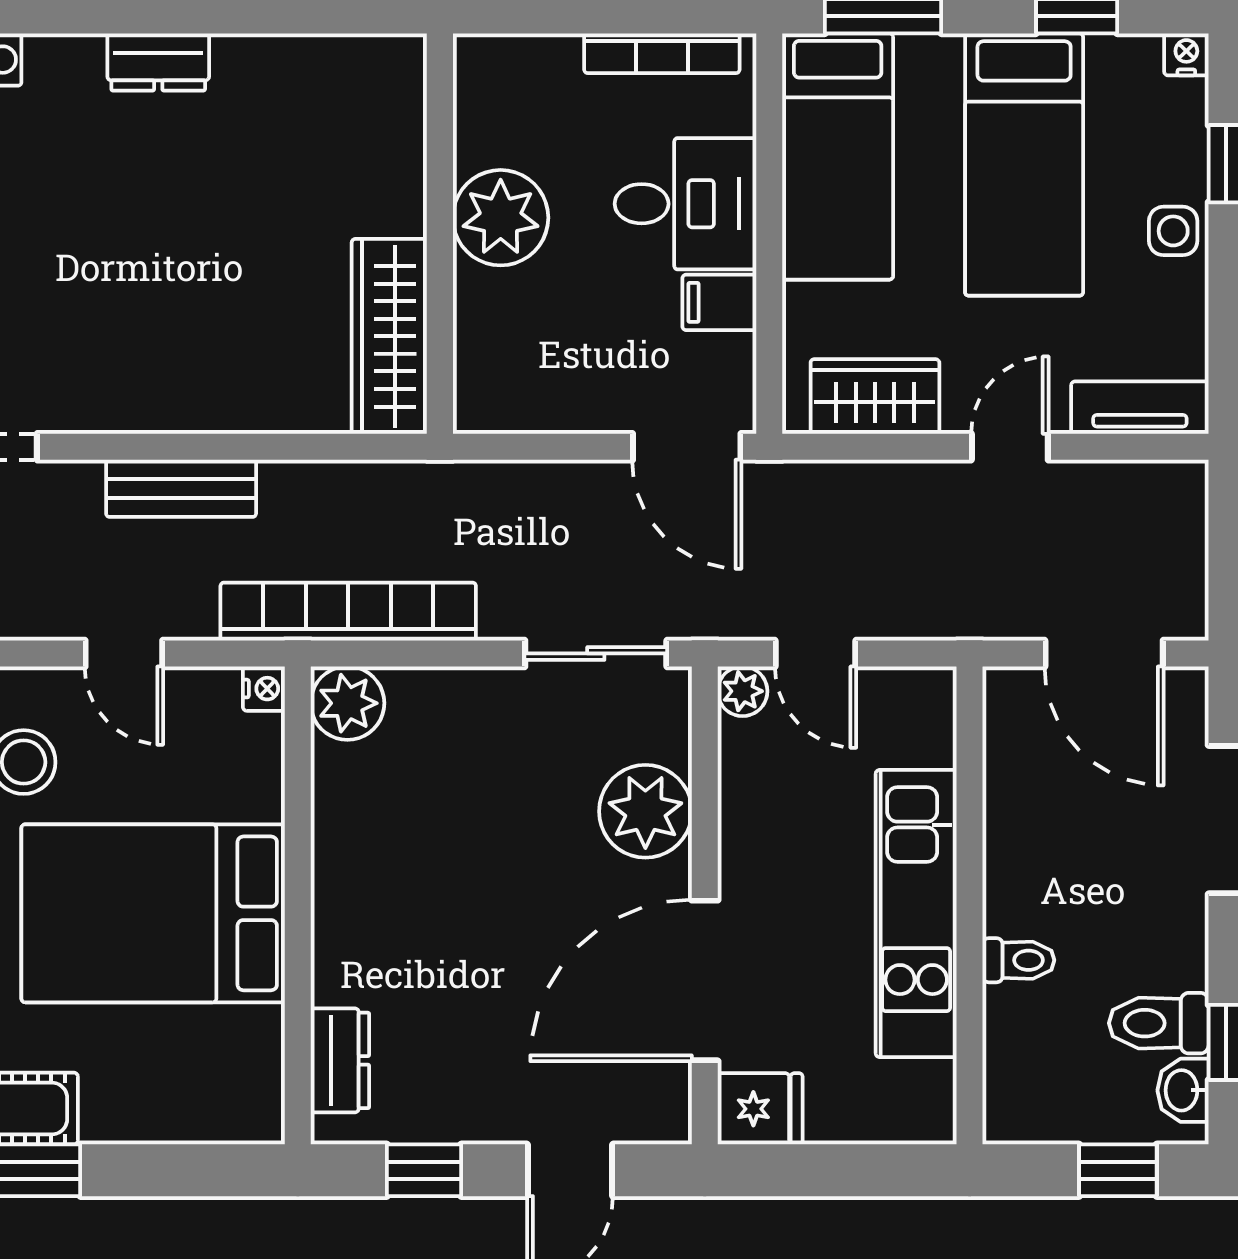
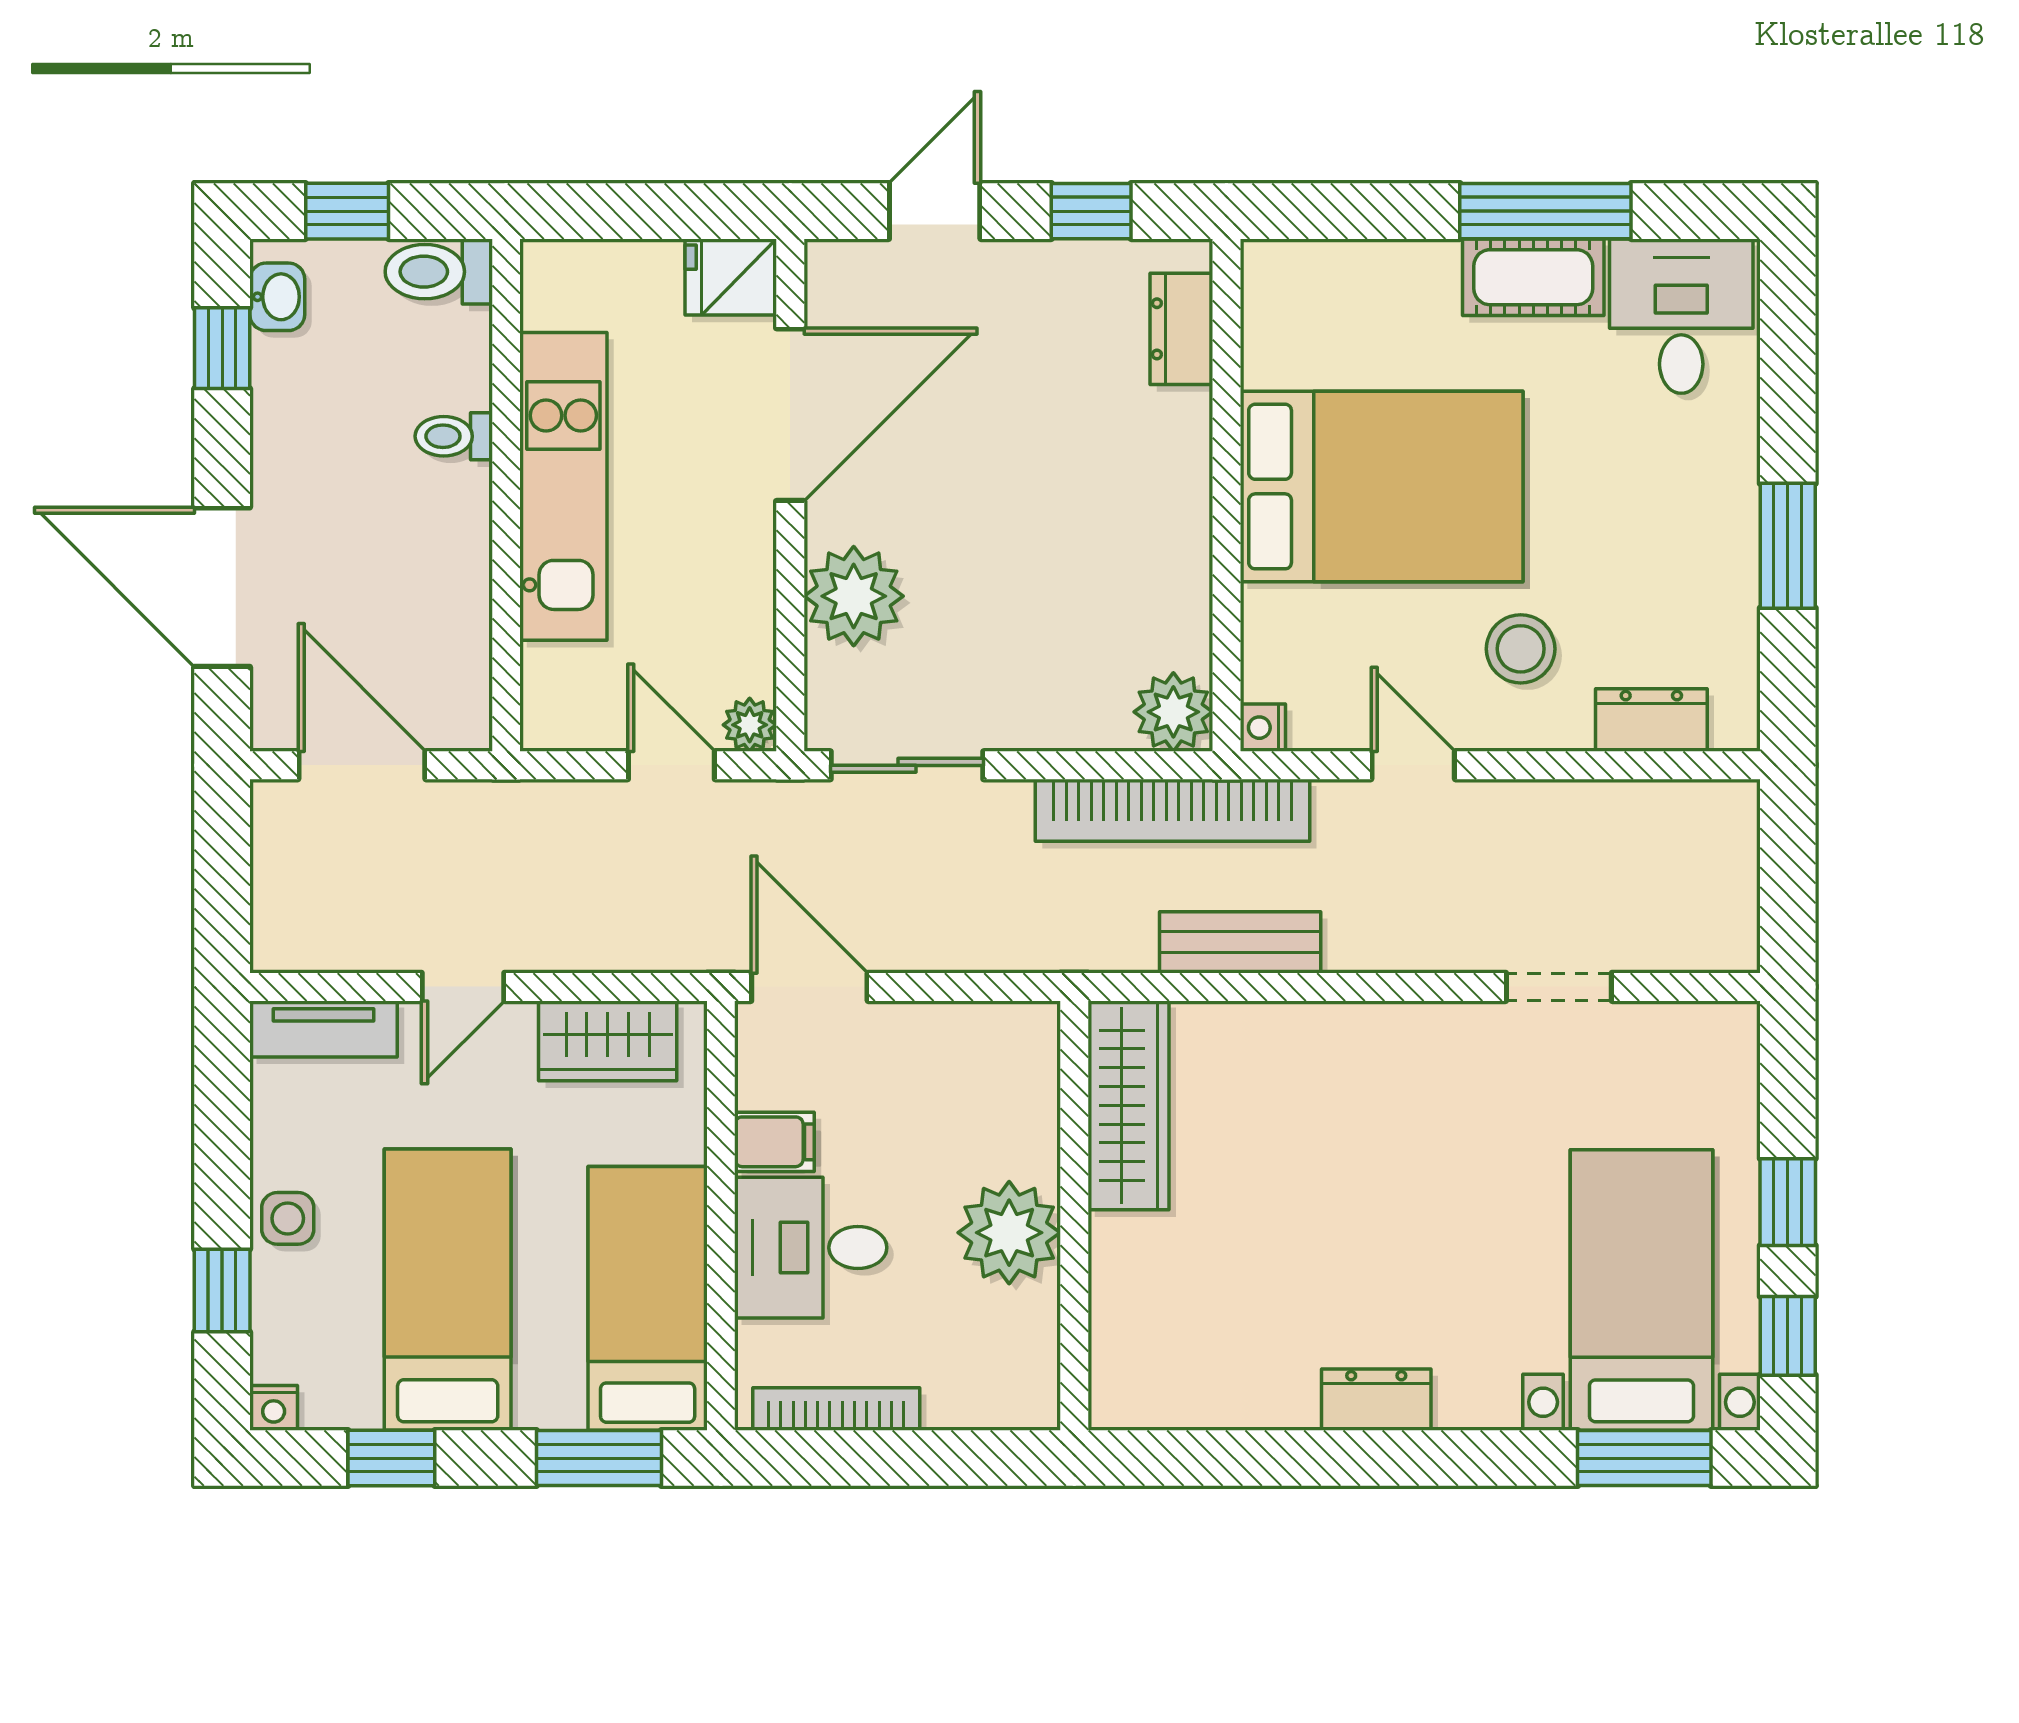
bench: (181, 488) -> (1240, 942), moved
toilet: (1159, 1023) -> (439, 272), moved, turned 180

